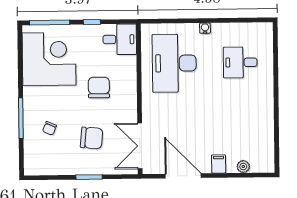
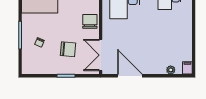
chair: (99, 87) -> (90, 21), moved
filing cabinet: (219, 164) -> (187, 68), moved

